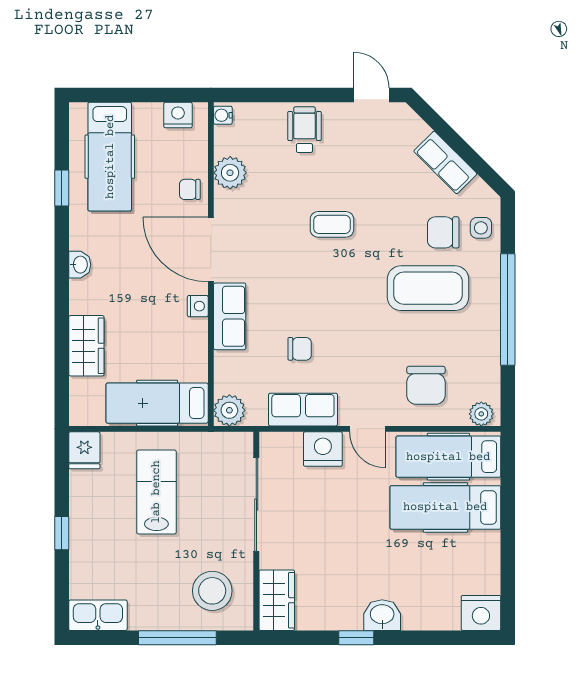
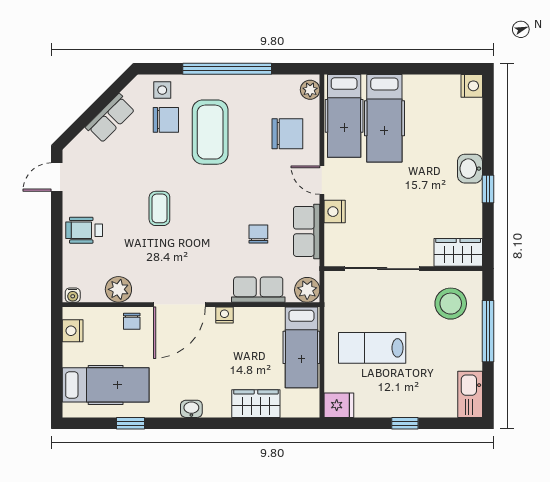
chair: (443, 232) -> (166, 120), turned -90
row of seats: (230, 316) -> (258, 290), moved
door: (368, 429) -> (322, 180), swing flipped
nightstand: (323, 449) -> (335, 212), width x0.74, depth x0.75
nightstand: (481, 613) -> (472, 86), width x0.74, depth x0.75

